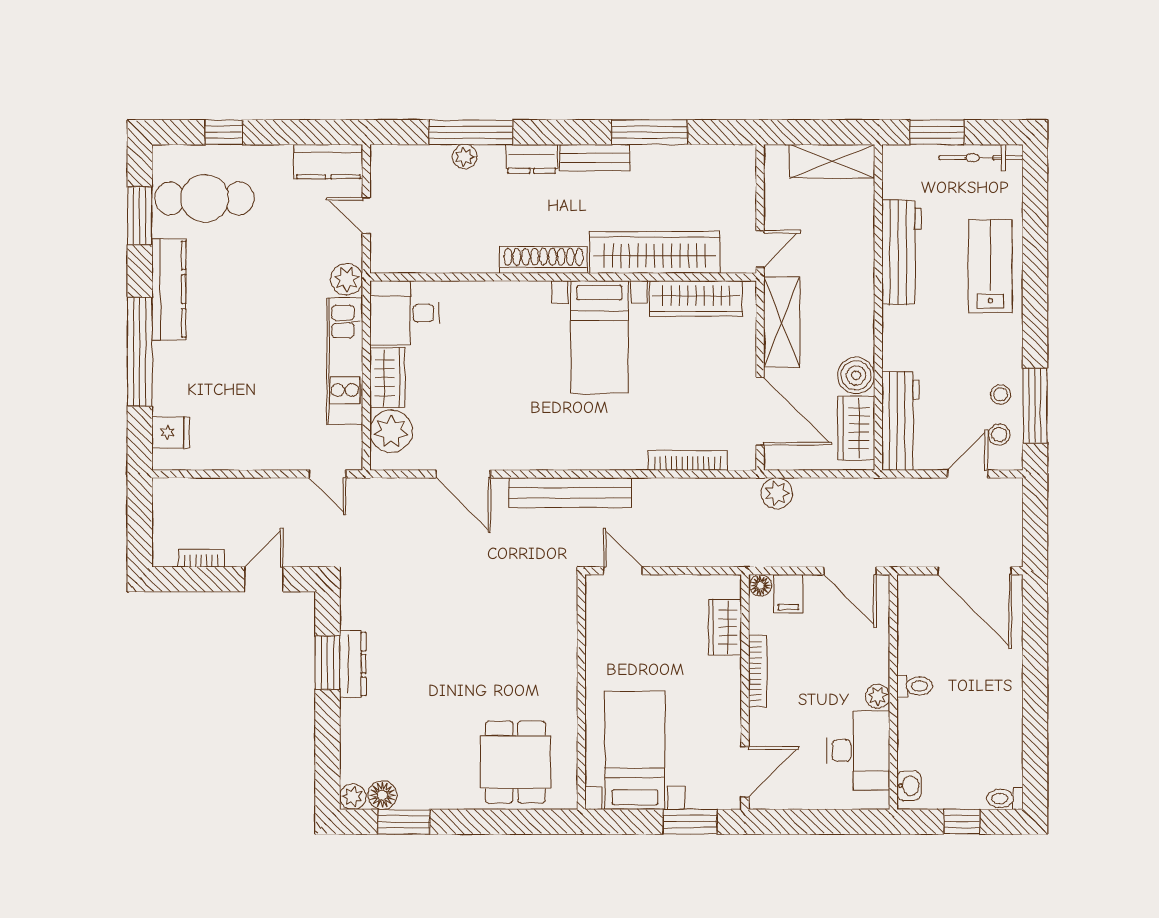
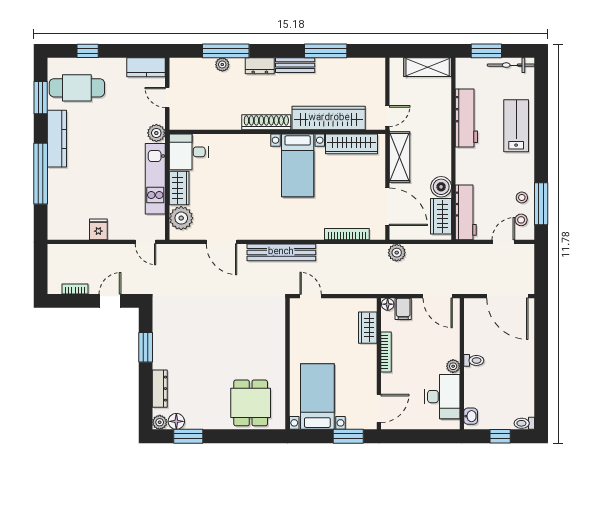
fridge: (171, 432) -> (98, 229), moved, turned -90
dresser: (353, 664) -> (160, 389), moved

